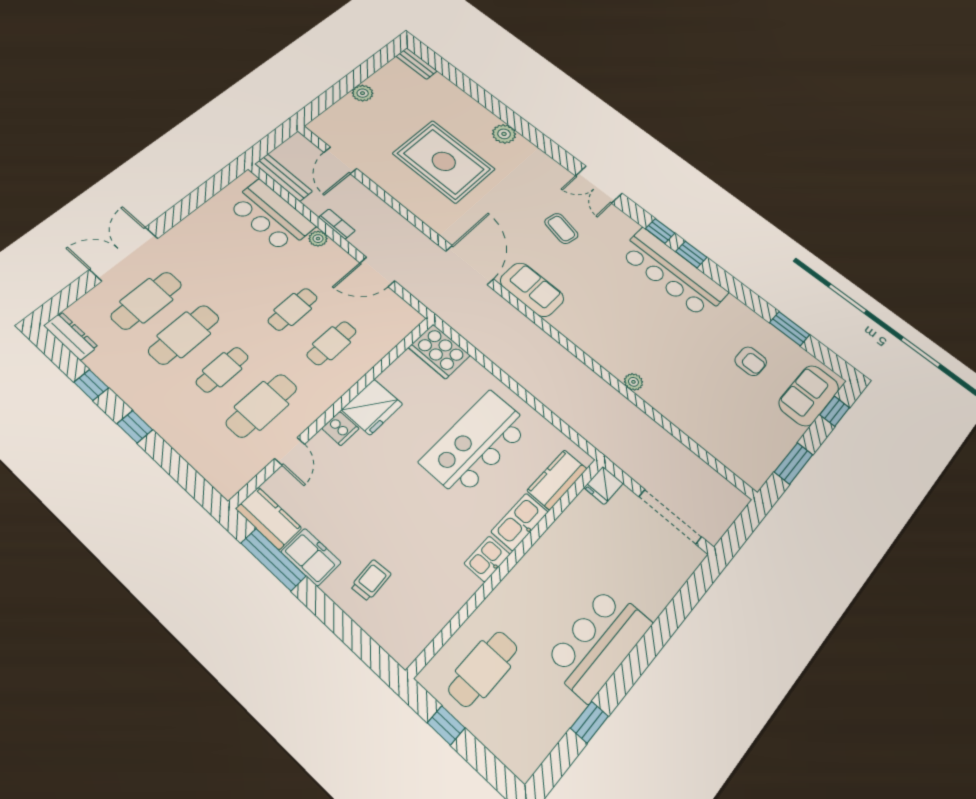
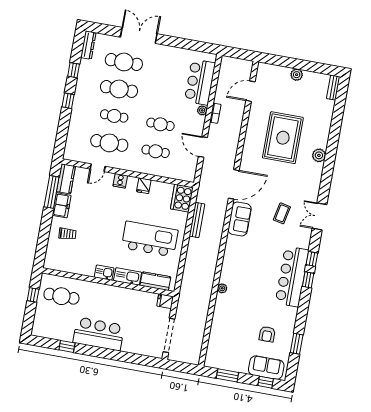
bench: (284, 178) -> (197, 220), moved
fridge: (372, 407) -> (144, 186), width x0.53, depth x0.75

